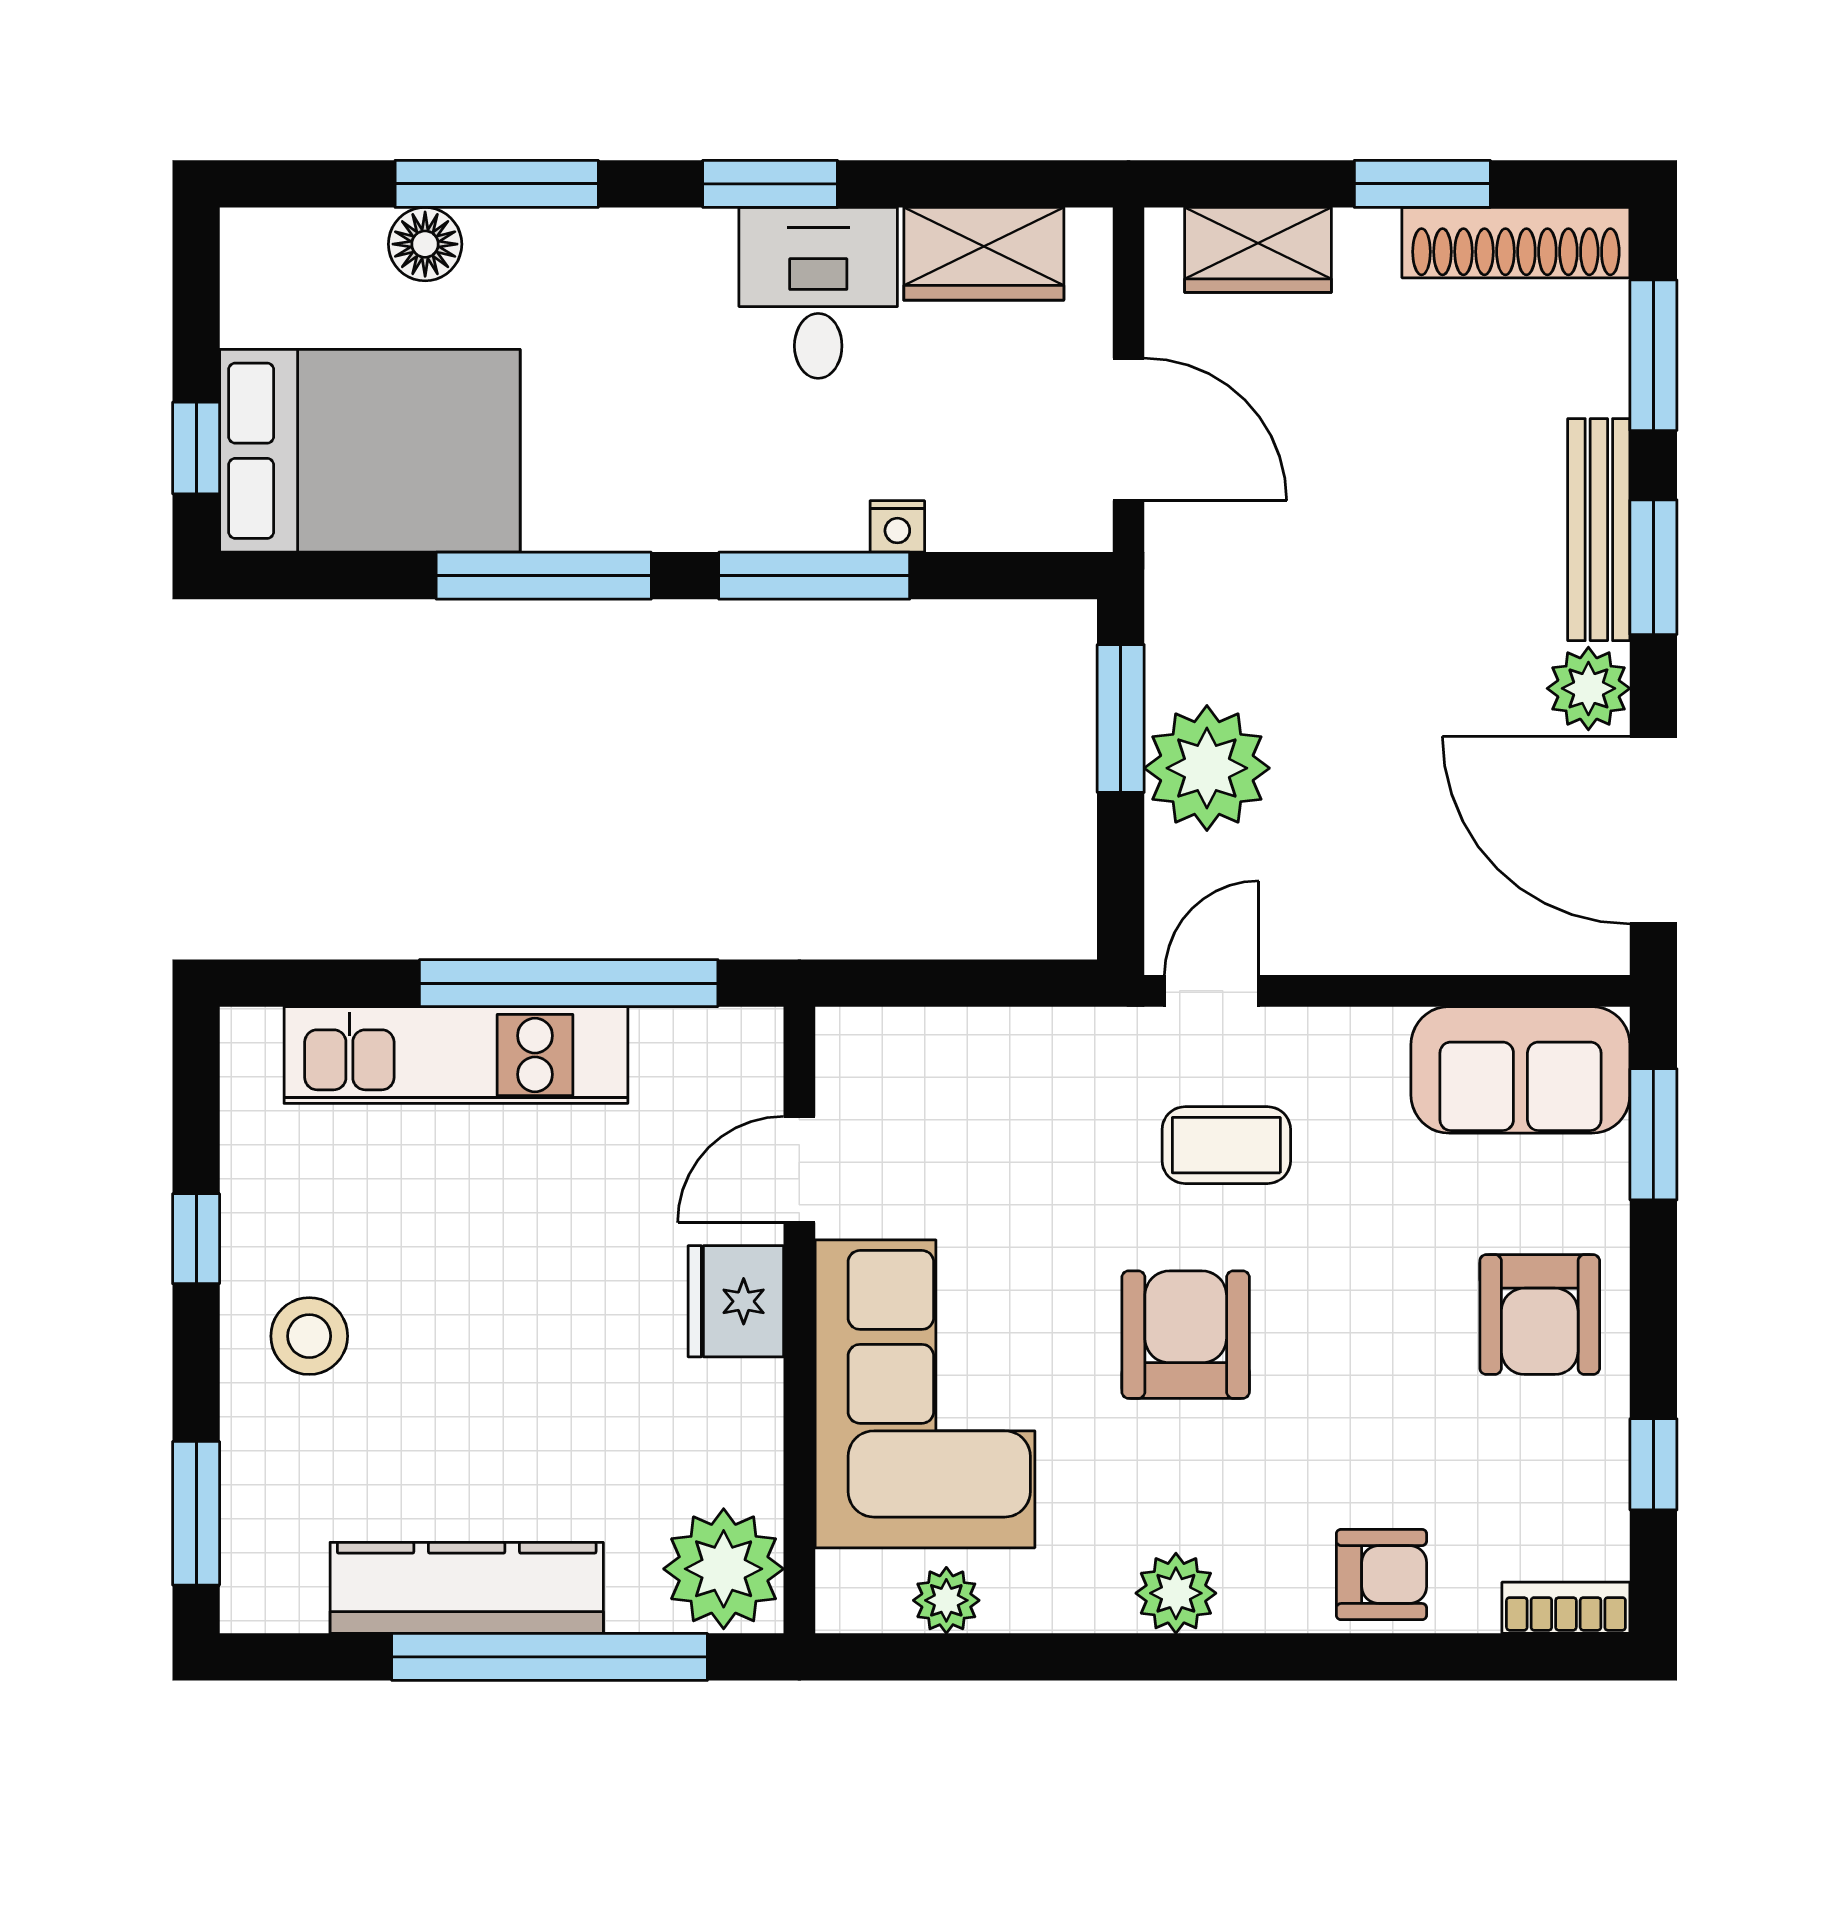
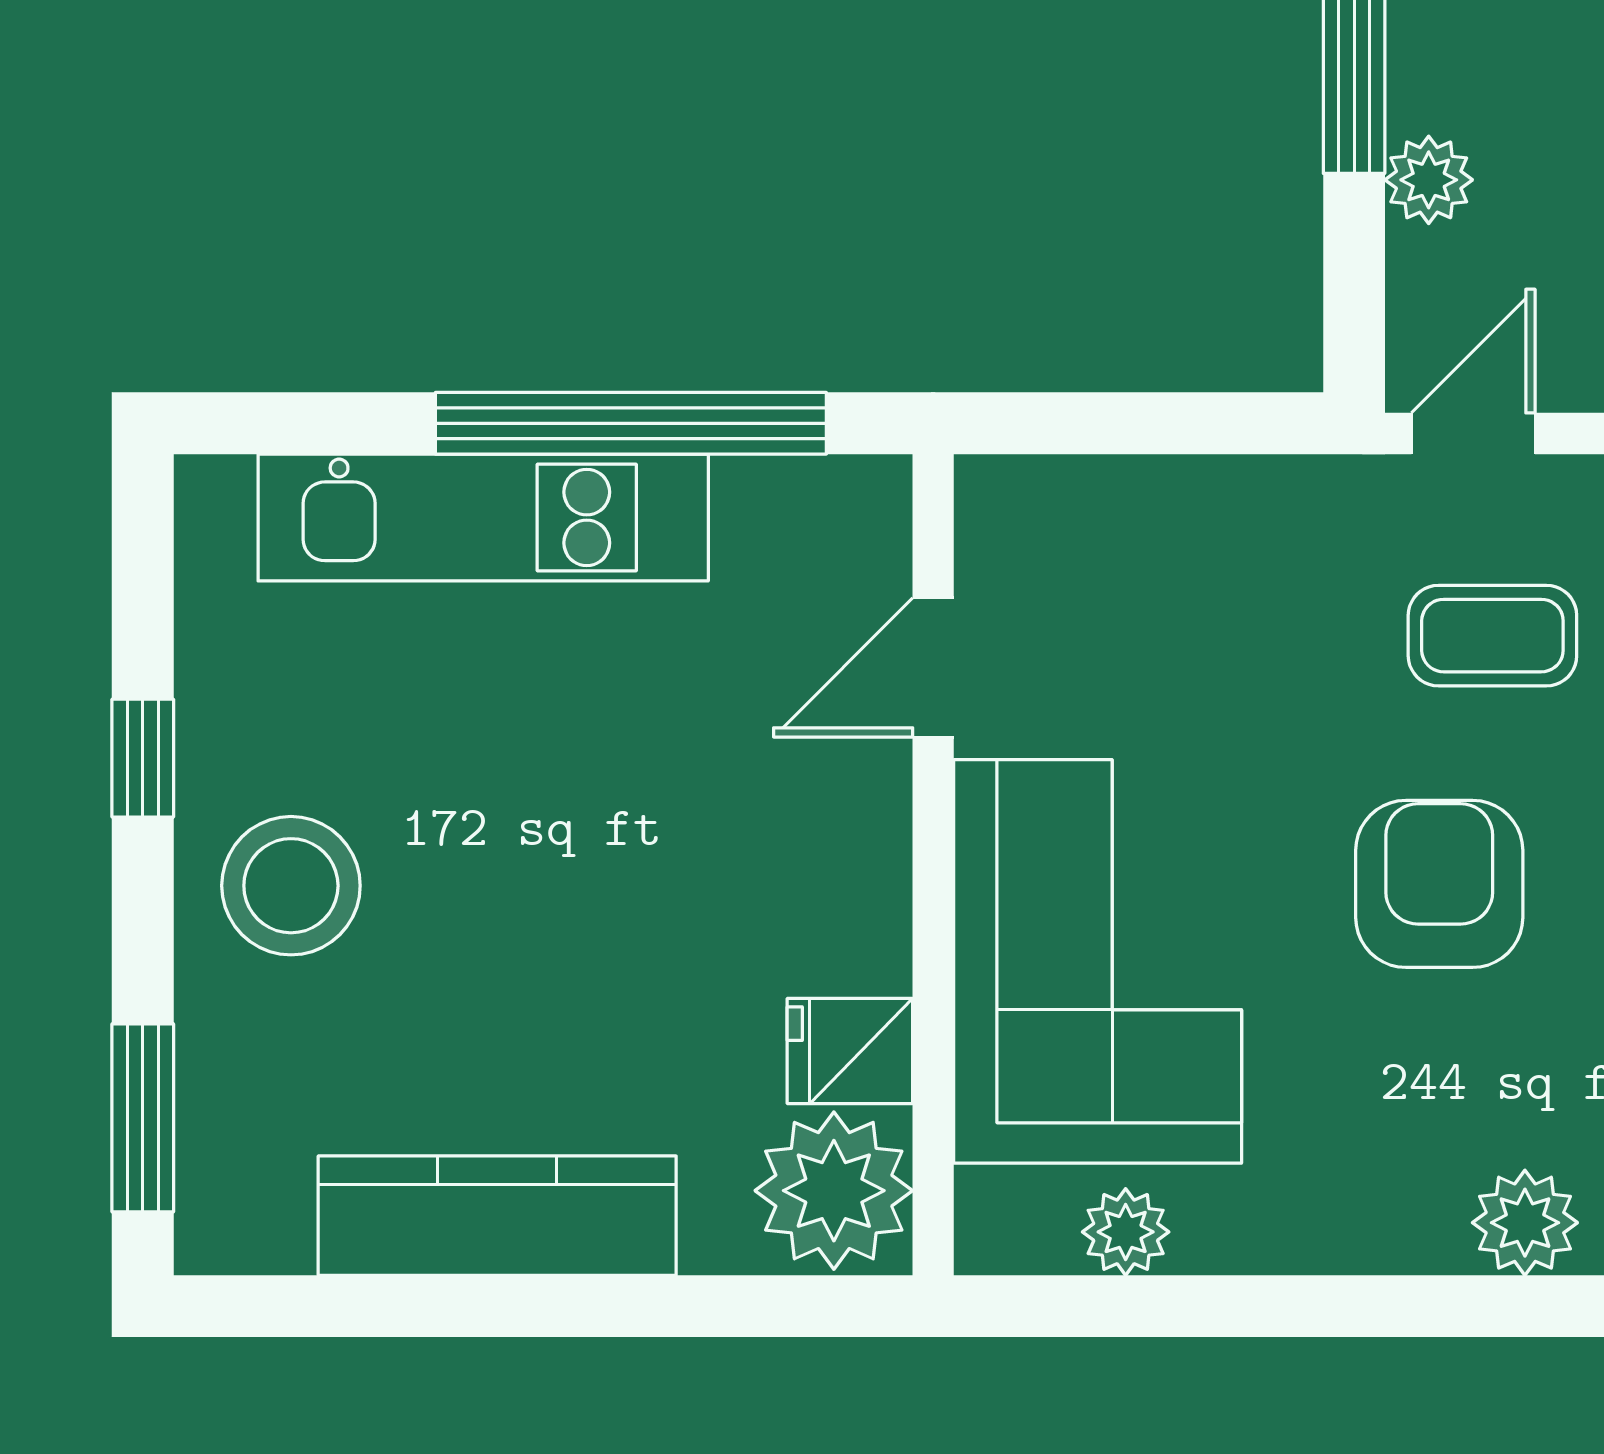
plant: (1207, 768) -> (1429, 180), width x0.53, depth x0.53
fridge: (736, 1301) -> (850, 1051), moved, width x0.72
stool: (309, 1336) -> (291, 886), width x1.38, depth x1.38
plant: (1176, 1593) -> (1525, 1223), moved
window: (550, 1657) -> (606, 1306), removed

